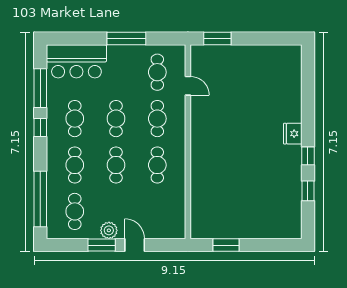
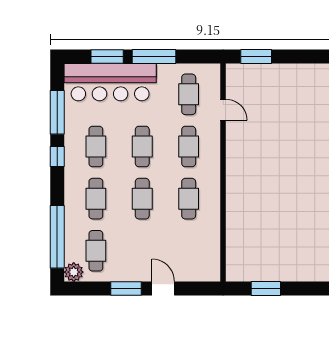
window: (85, 39) -> (107, 57), added
bar counter: (76, 61) -> (110, 82), width x1.36
plant: (109, 230) -> (74, 272), moved

